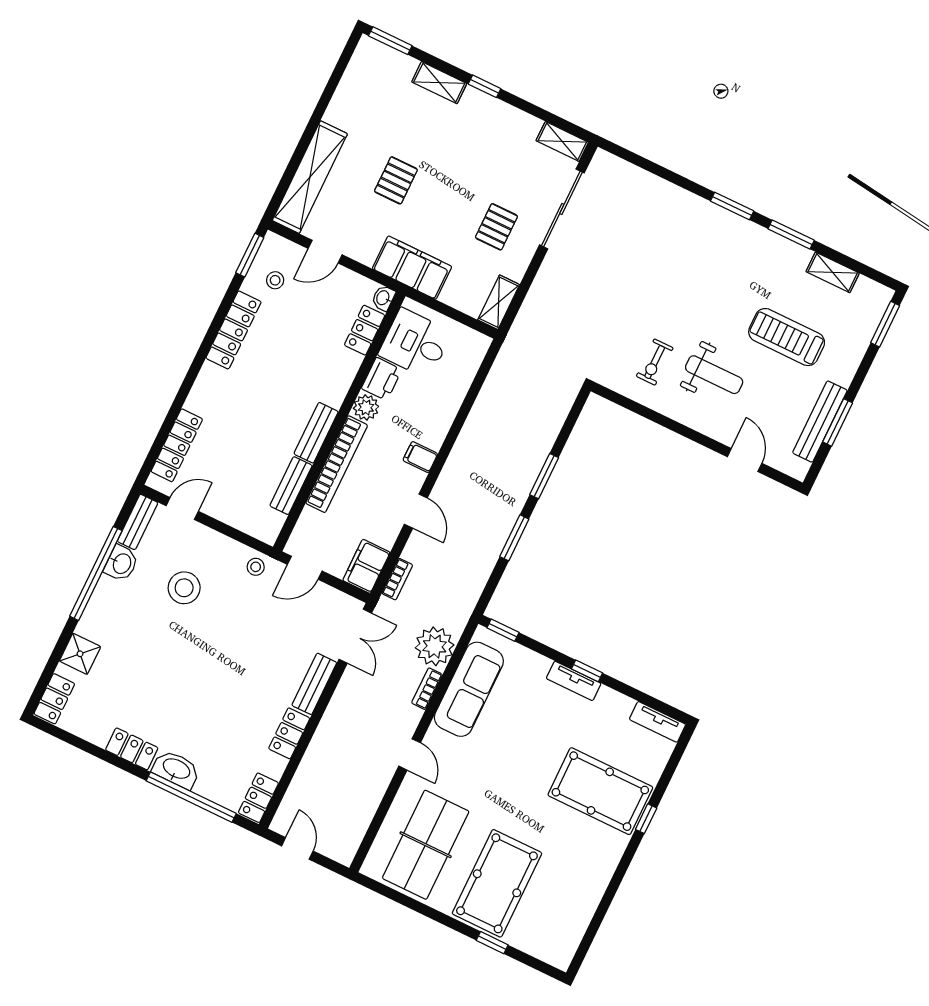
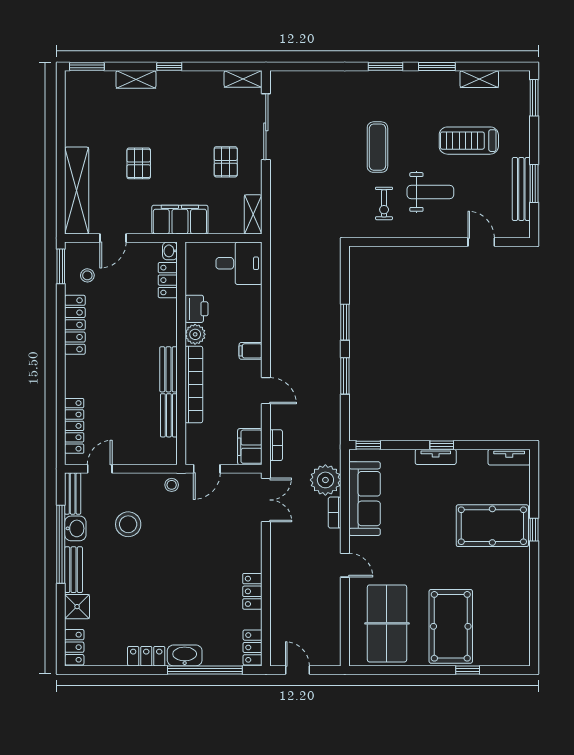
exercise mat: (678, 294) -> (377, 147), added
desk: (415, 343) -> (239, 263), moved, turned 180
bench: (314, 684) -> (74, 570), moved

